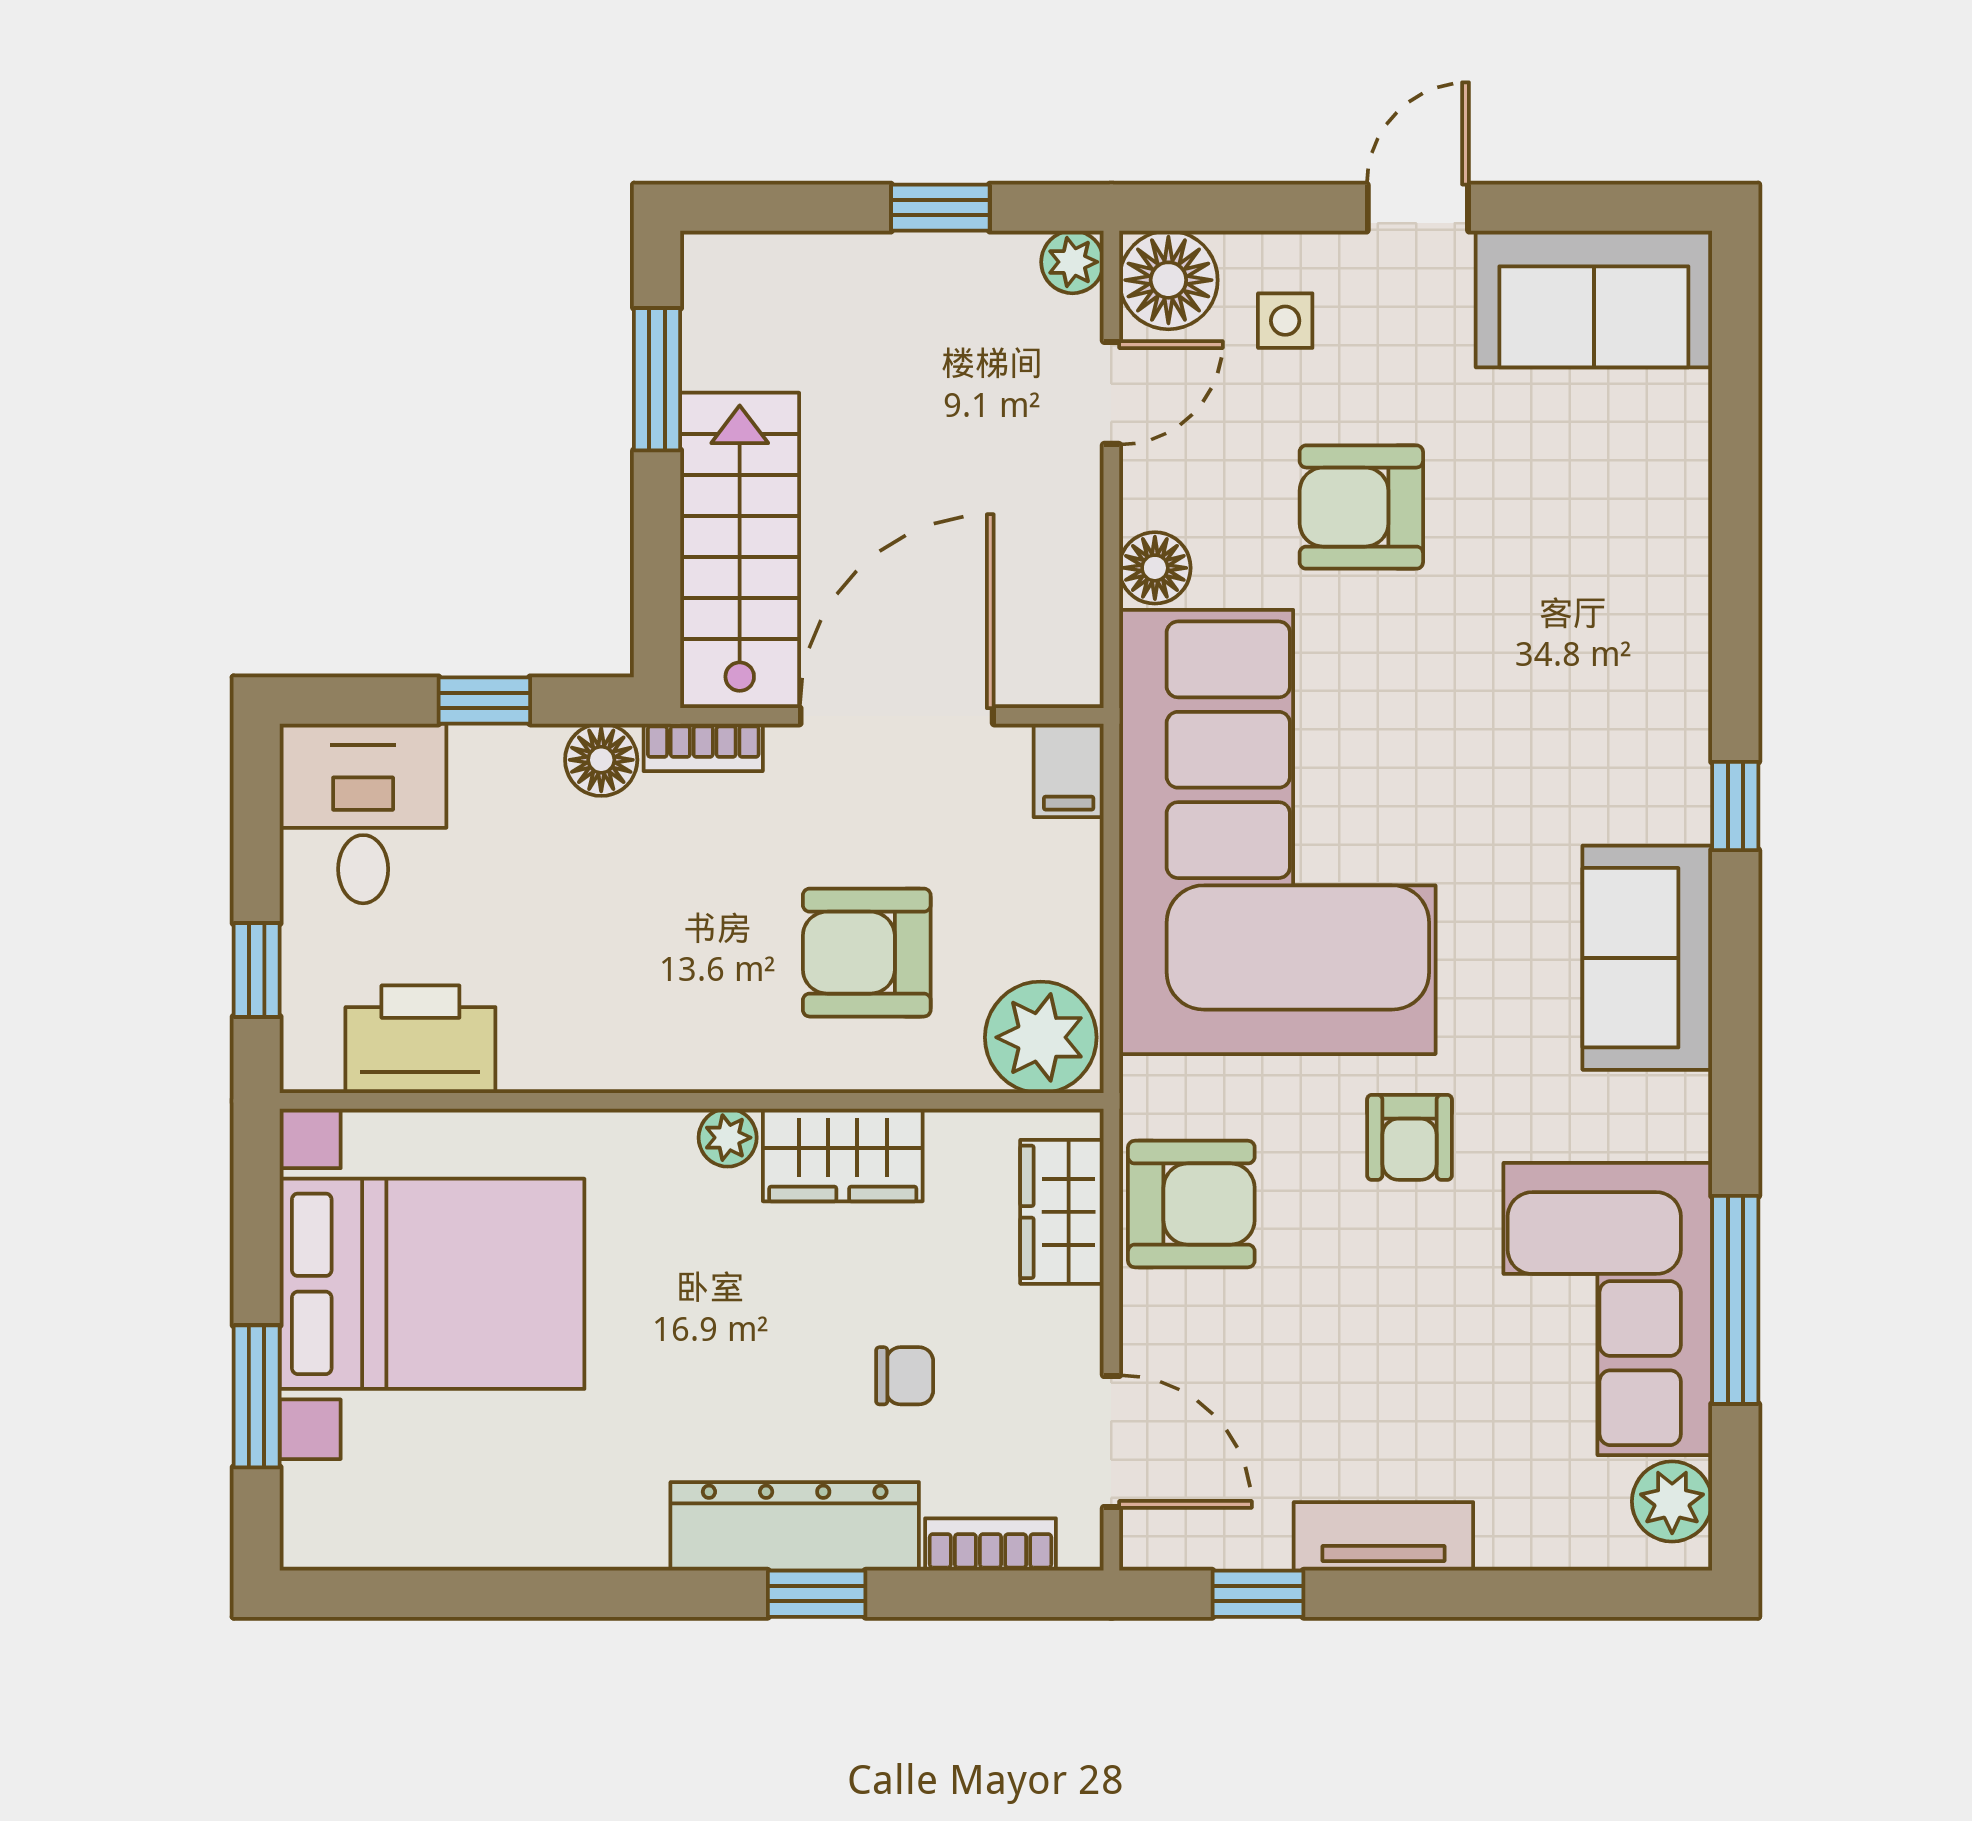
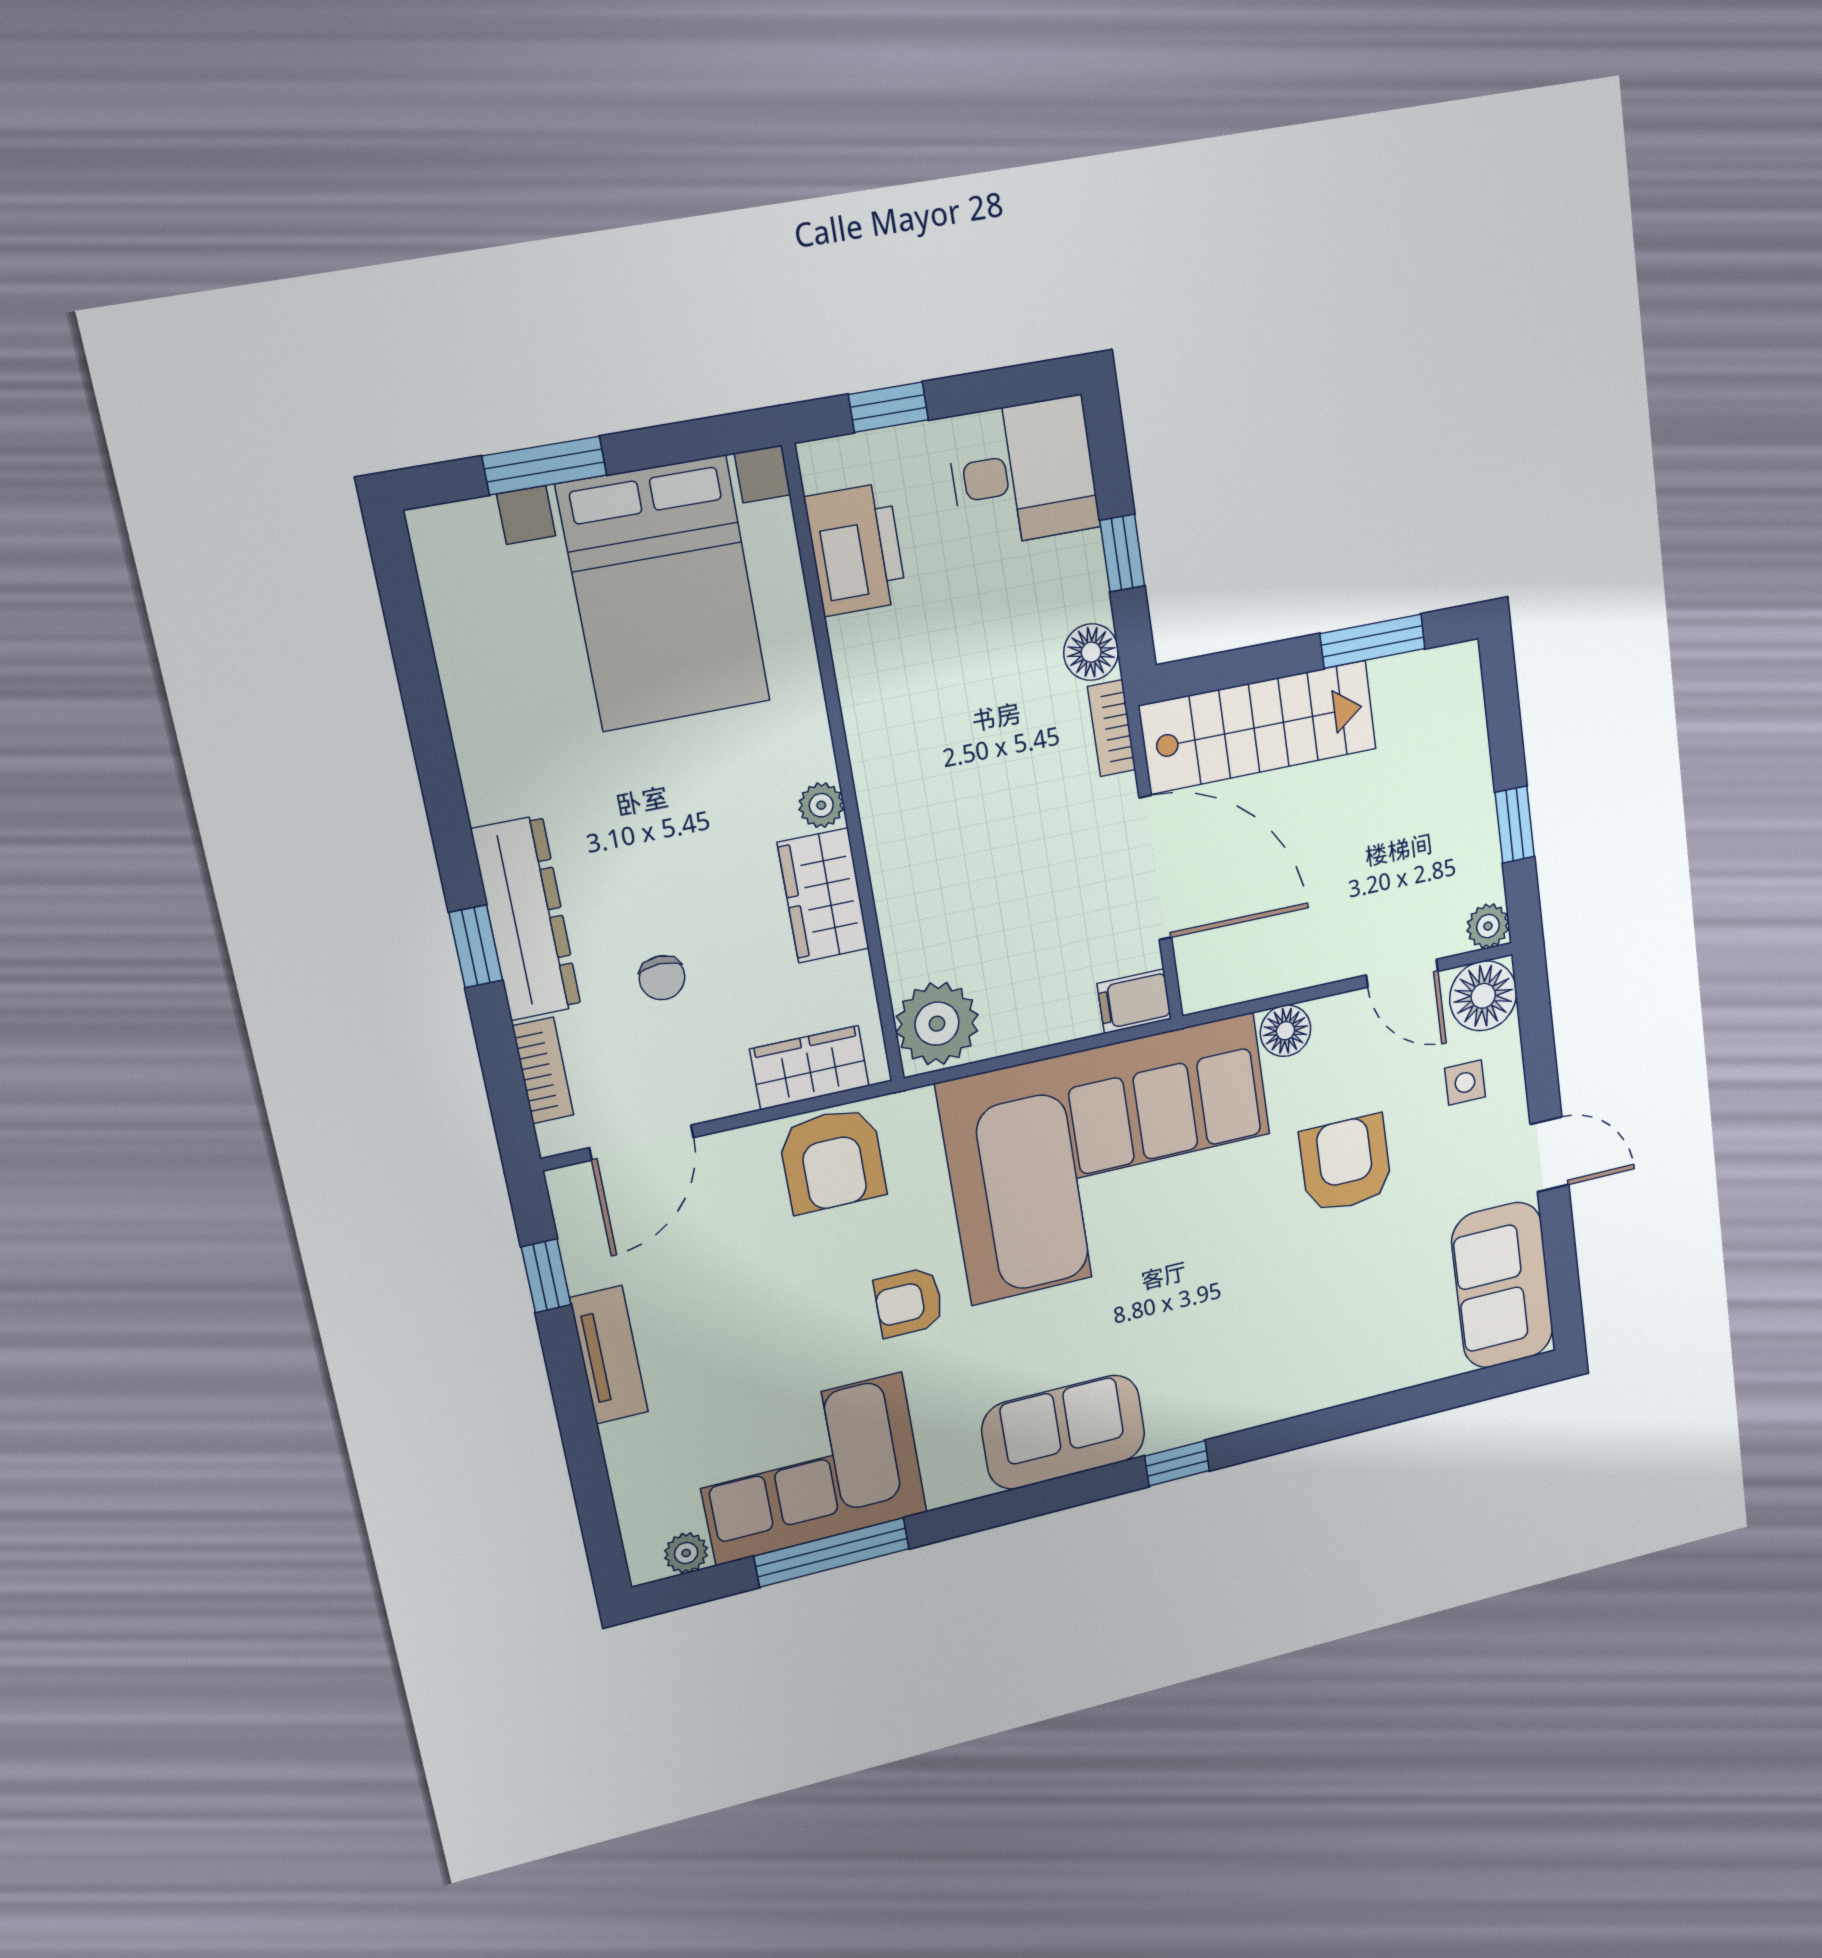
armchair: (867, 953) -> (979, 882), removed
plant: (1672, 1501) -> (686, 1553), width x0.73, depth x0.73

